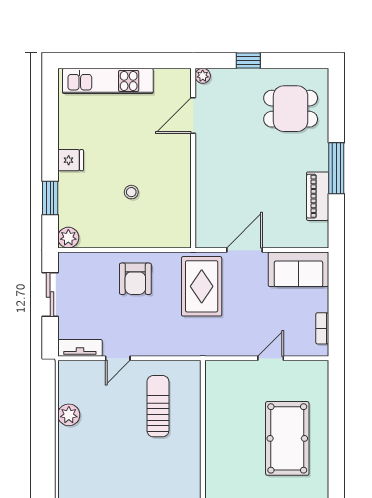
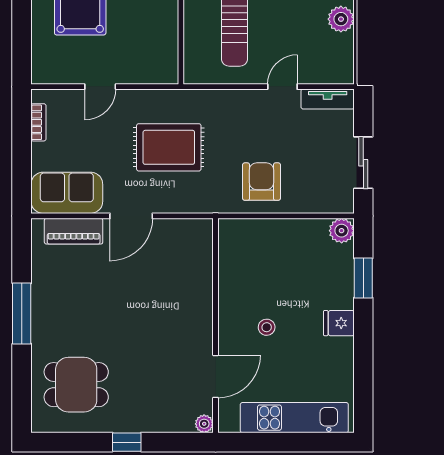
plant: (203, 76) -> (204, 424), moved
door: (193, 115) -> (216, 376), moved
wall: (193, 158) -> (216, 325), moved
stool: (131, 192) -> (267, 327), moved
piano: (318, 196) -> (74, 231), moved, turned 90
rug: (202, 286) -> (169, 147), moved, turned 90

